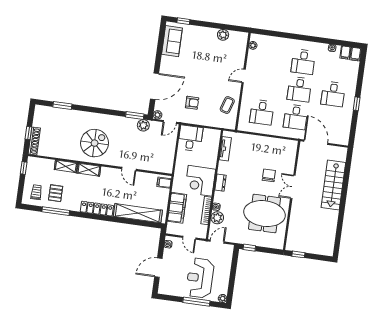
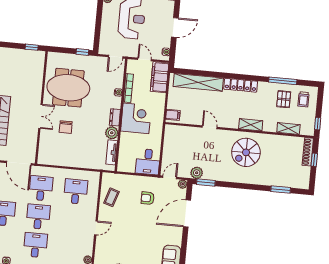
shelving: (66, 166) -> (288, 129), moved
filing cabinet: (177, 208) -> (160, 77), moved
plant: (217, 218) -> (112, 133), moved

